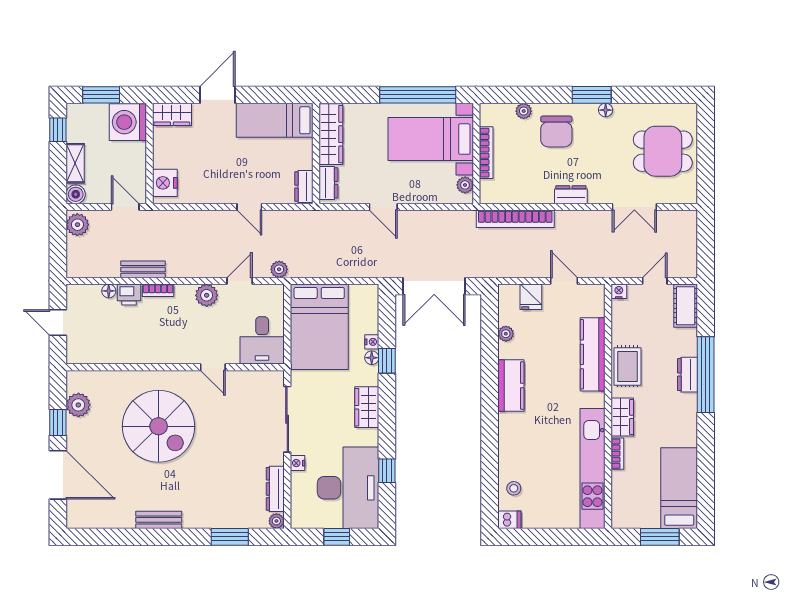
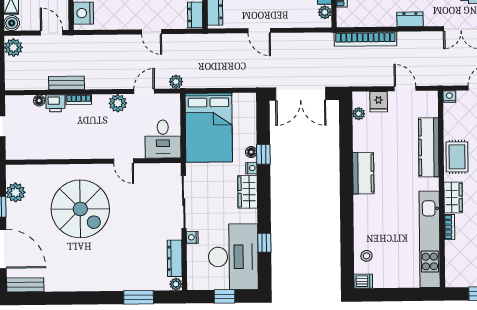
plant: (506, 334) -> (359, 114), moved
nightstand: (372, 342) -> (251, 168), moved
bench: (159, 520) -> (25, 285), moved

